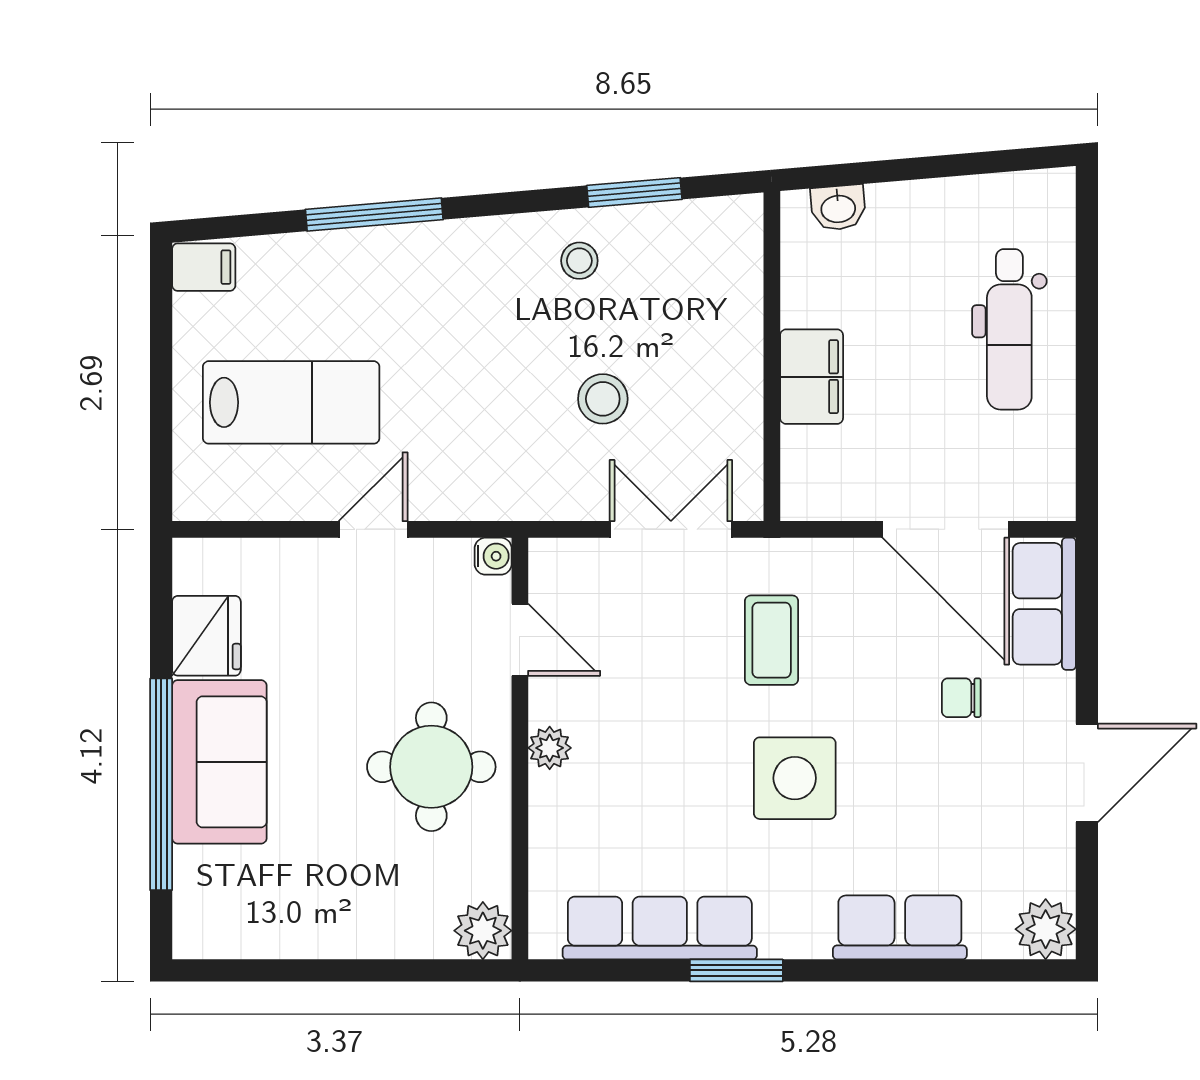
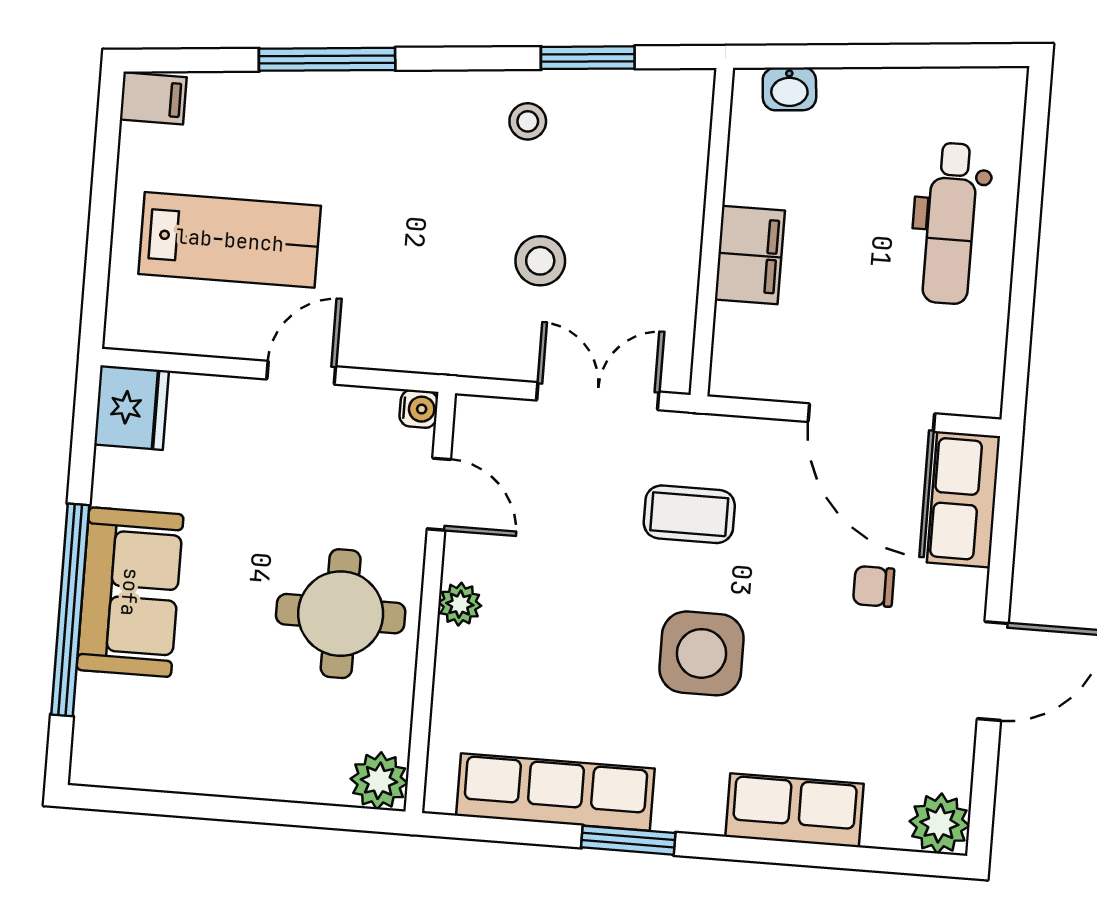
fridge: (206, 636) -> (132, 408), moved
coffee table: (772, 640) -> (689, 514), turned 90

